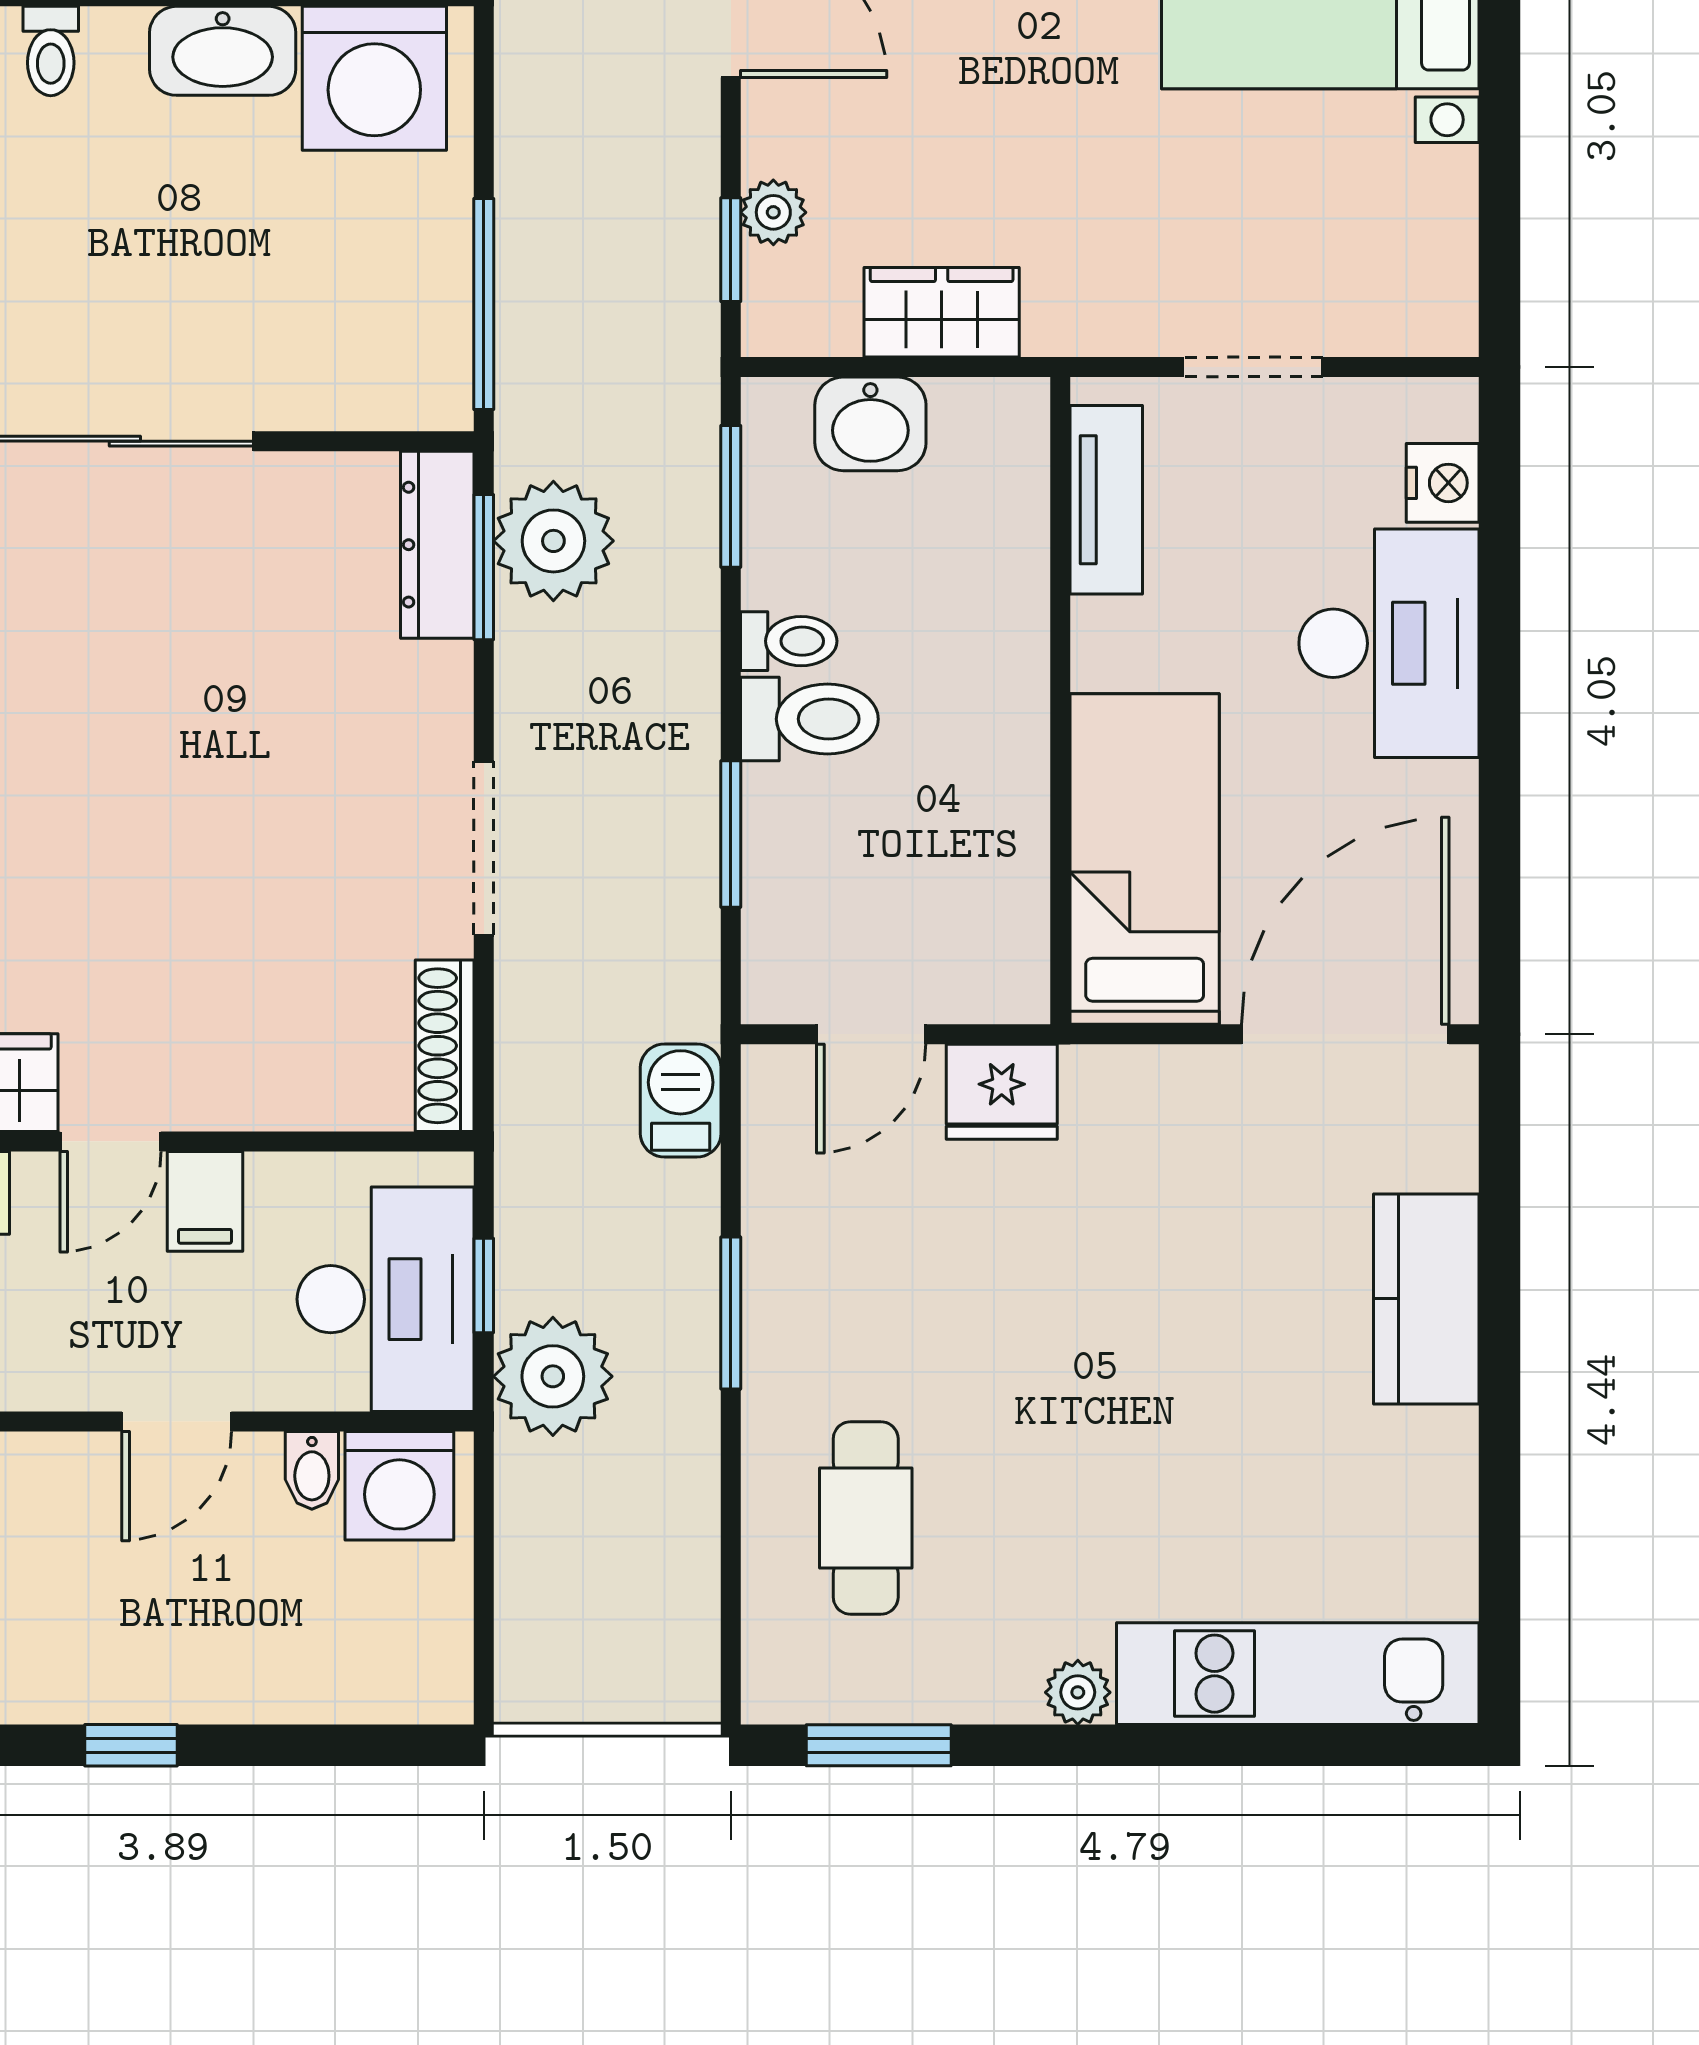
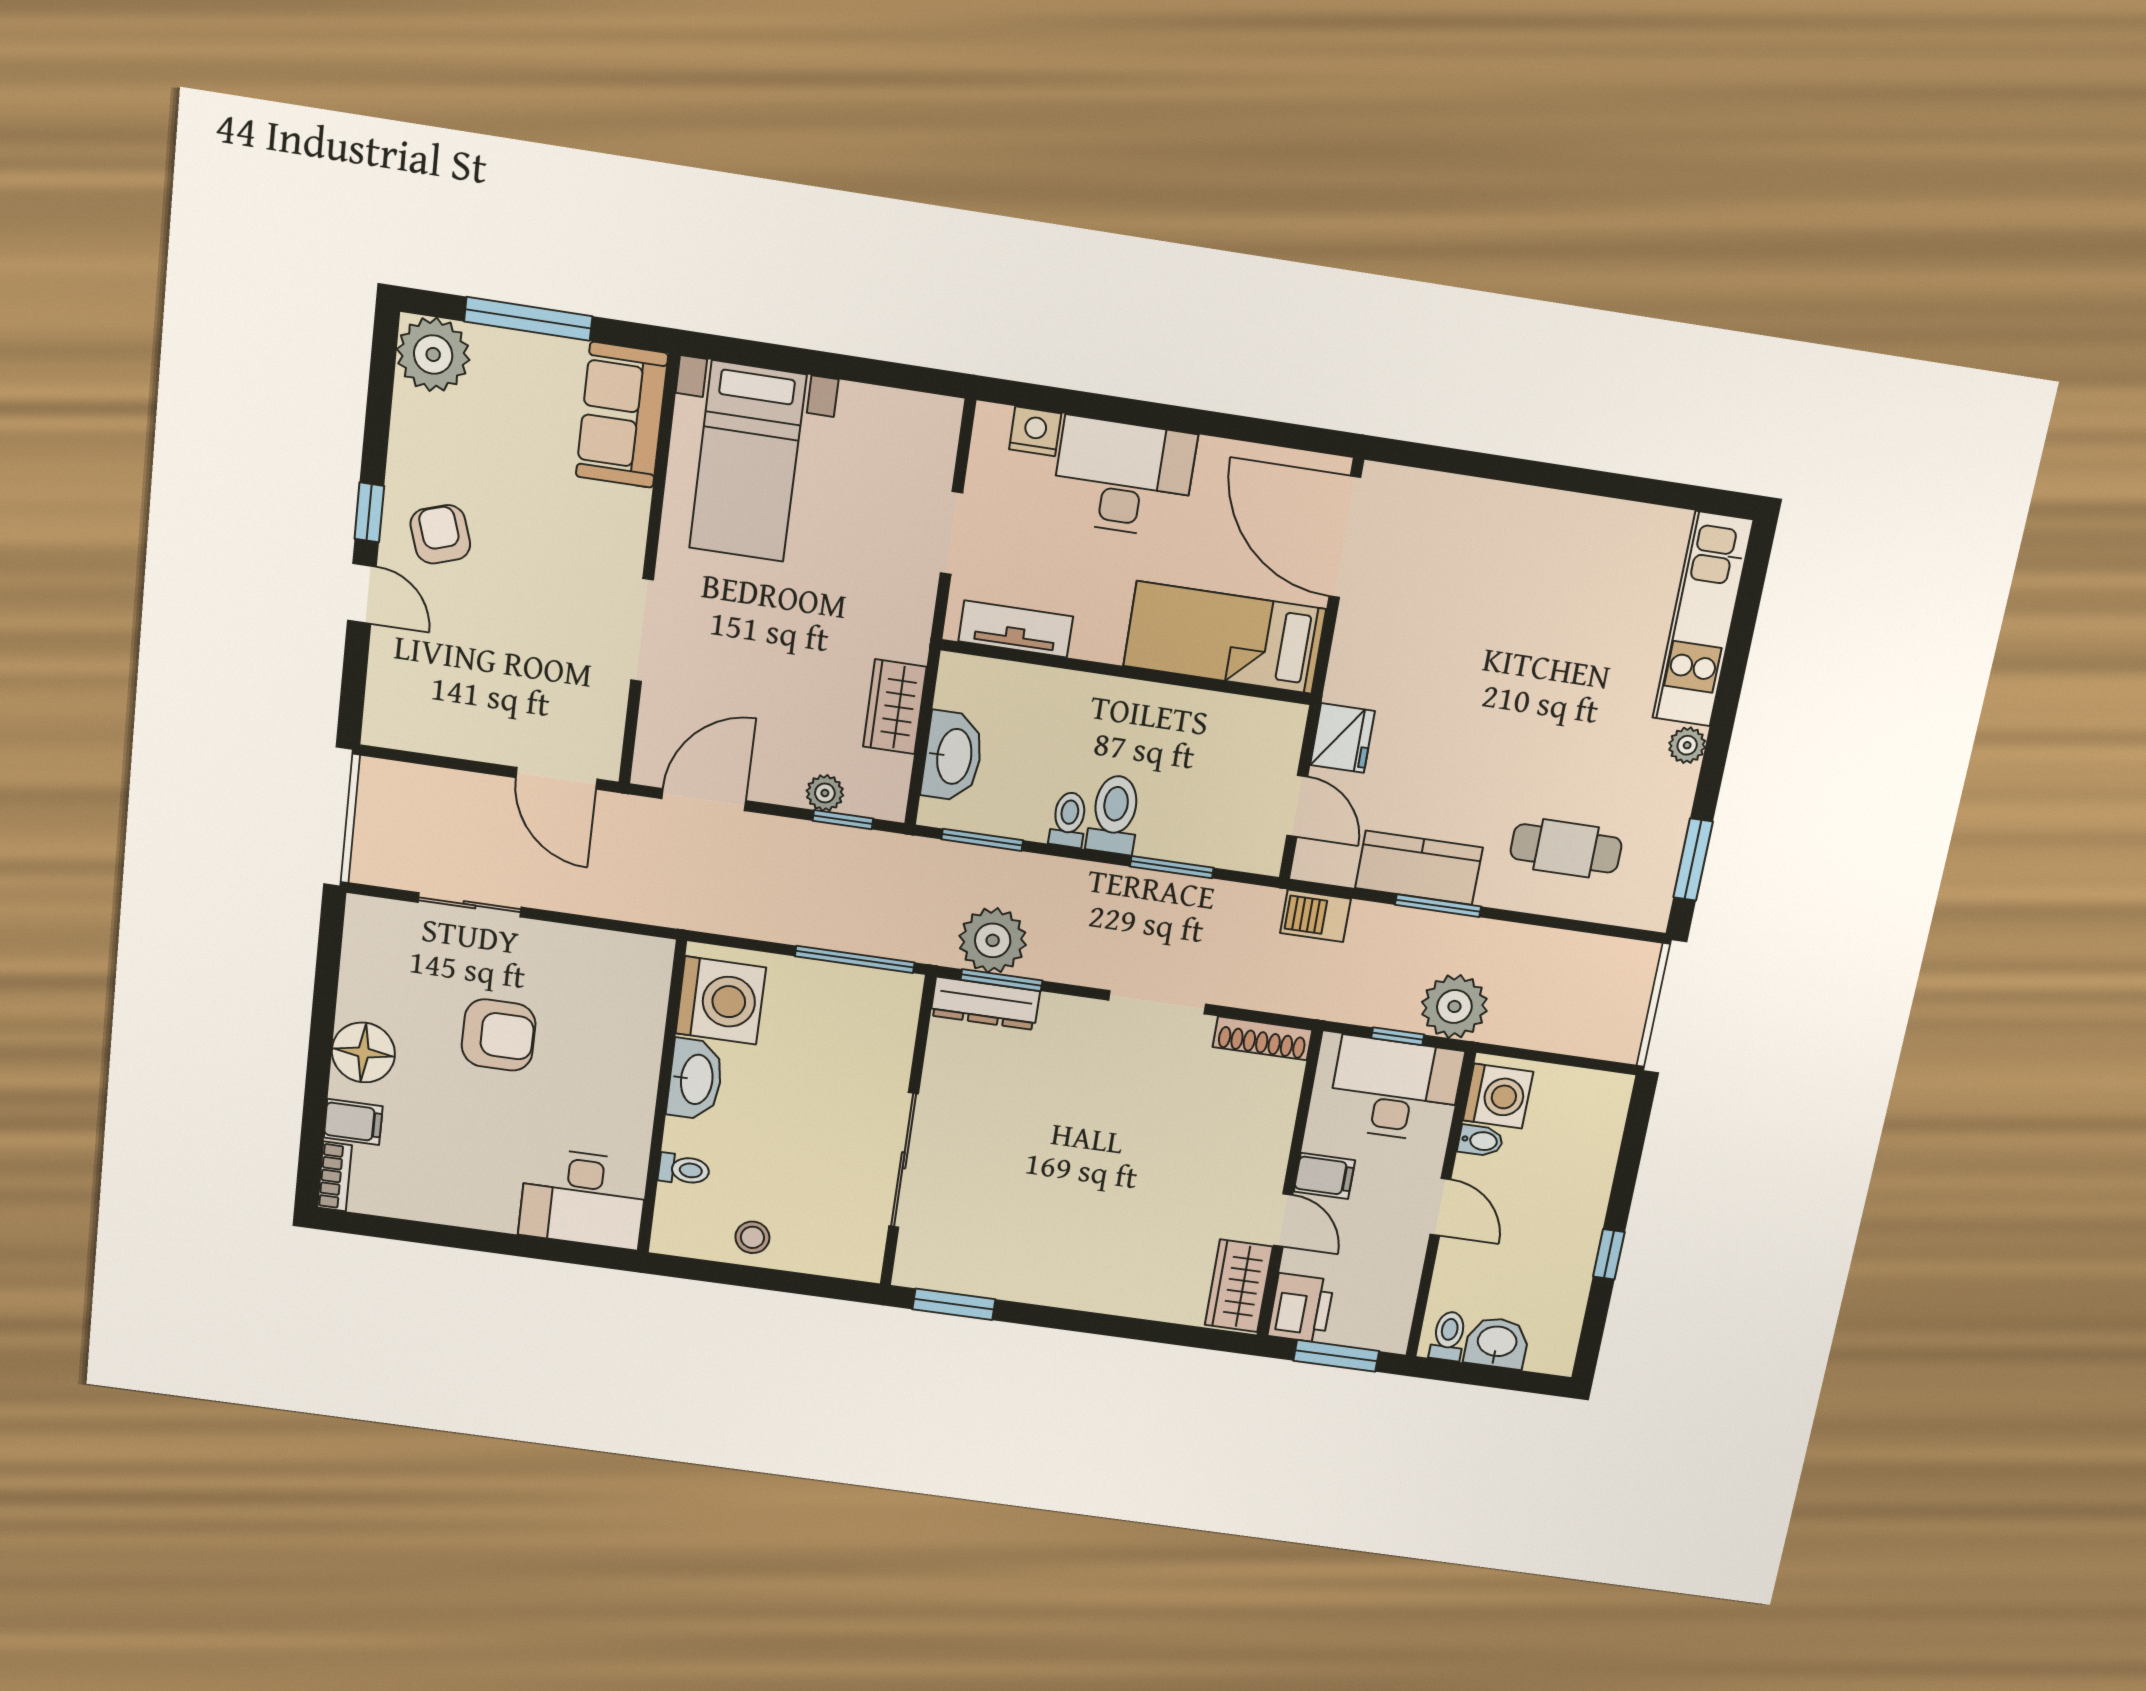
washbasin: (870, 424) -> (953, 756), width x1.38
kitchen counter: (1426, 1299) -> (1419, 868), moved, turned 180

